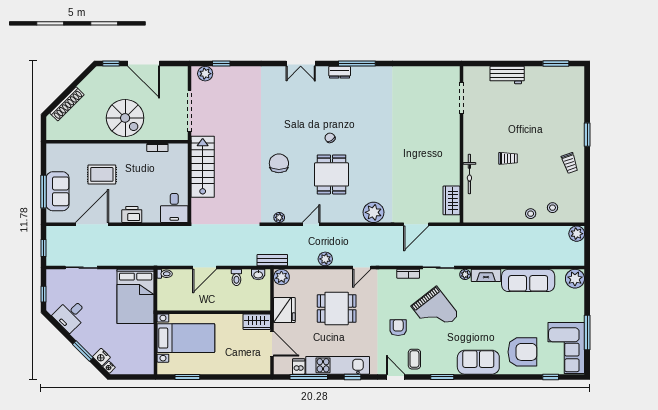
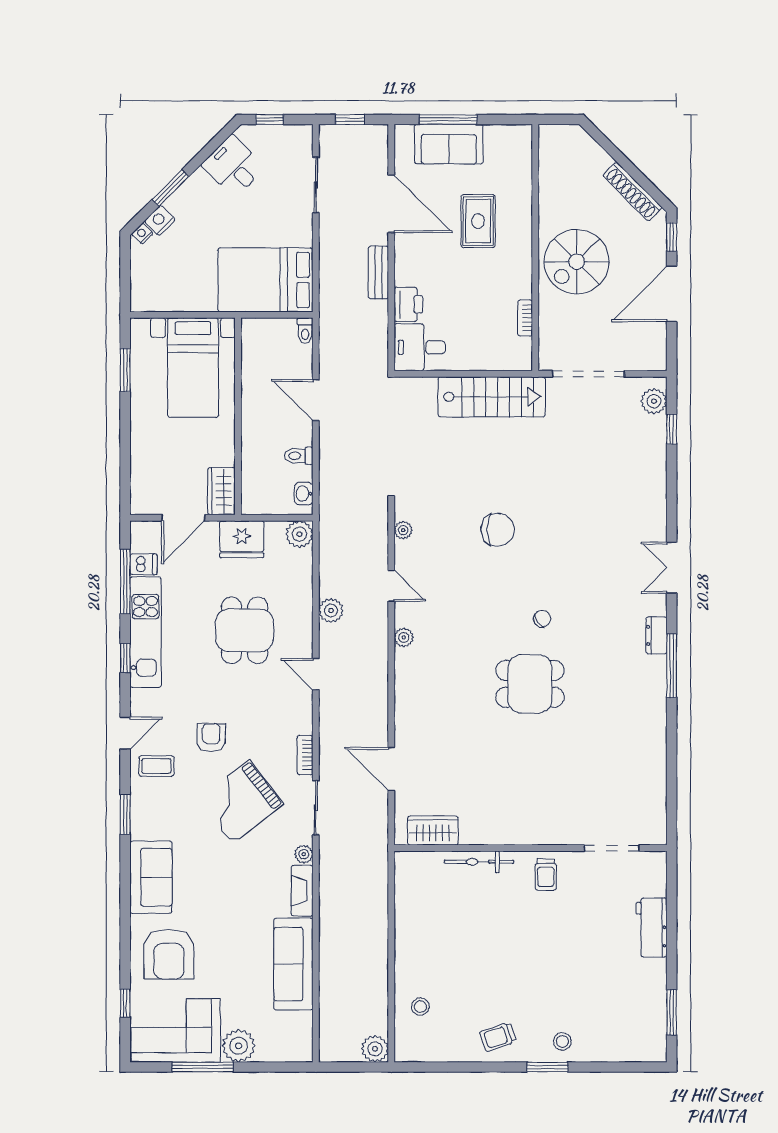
shoe rack: (67, 104) -> (633, 192), moved
trolley: (508, 158) -> (546, 875), moved
dining table: (332, 174) -> (530, 684), moved
plant: (373, 212) -> (404, 637), moved, width x0.53, depth x0.53
printer: (132, 214) -> (408, 304), moved
stool: (531, 214) -> (562, 1041), moved
bench: (272, 260) -> (378, 272), moved
plant: (575, 279) -> (239, 1046), moved
armchair: (398, 328) -> (211, 738), turned -90

